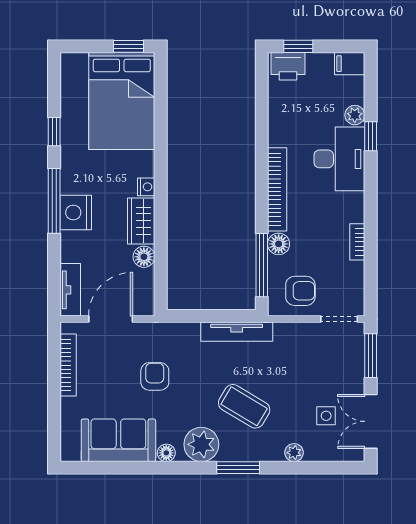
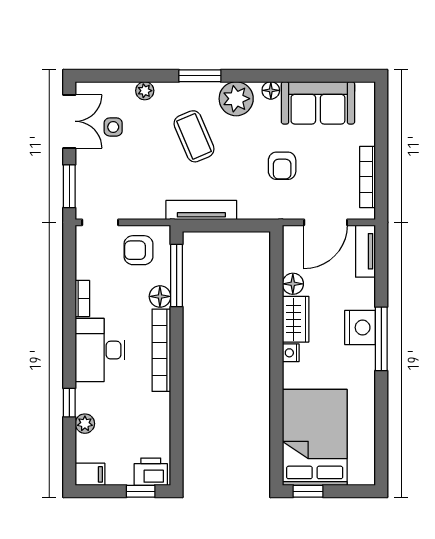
window: (54, 132) -> (381, 407), removed
desk: (339, 159) -> (100, 350), moved
coffee table: (244, 406) -> (194, 136), turned 36

